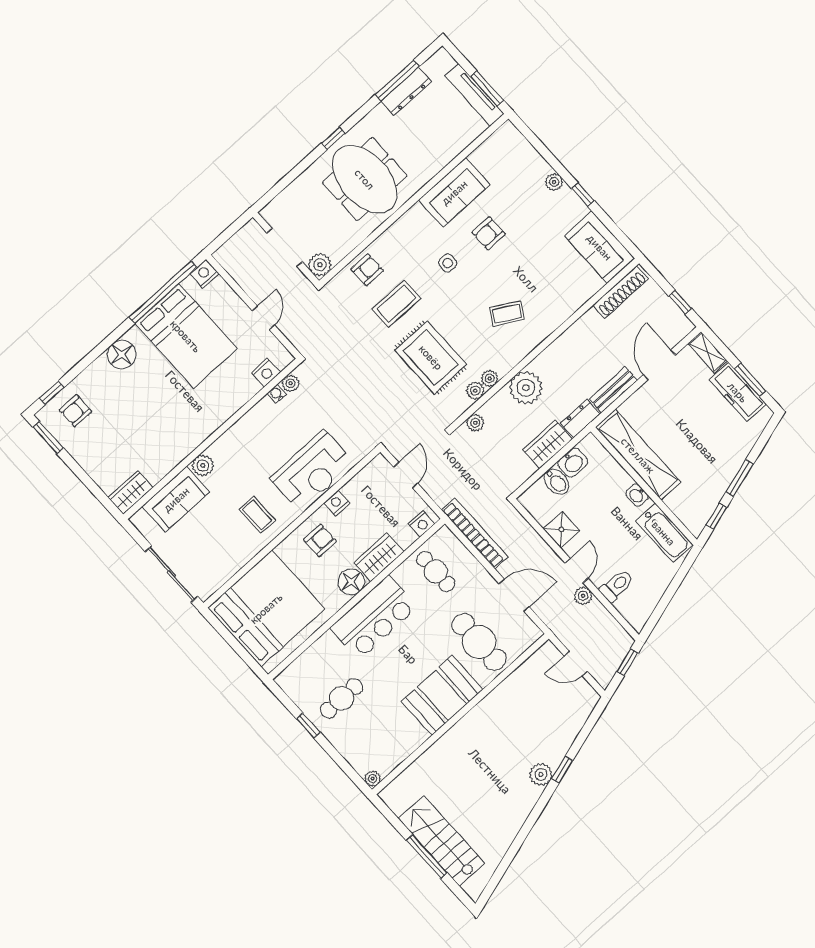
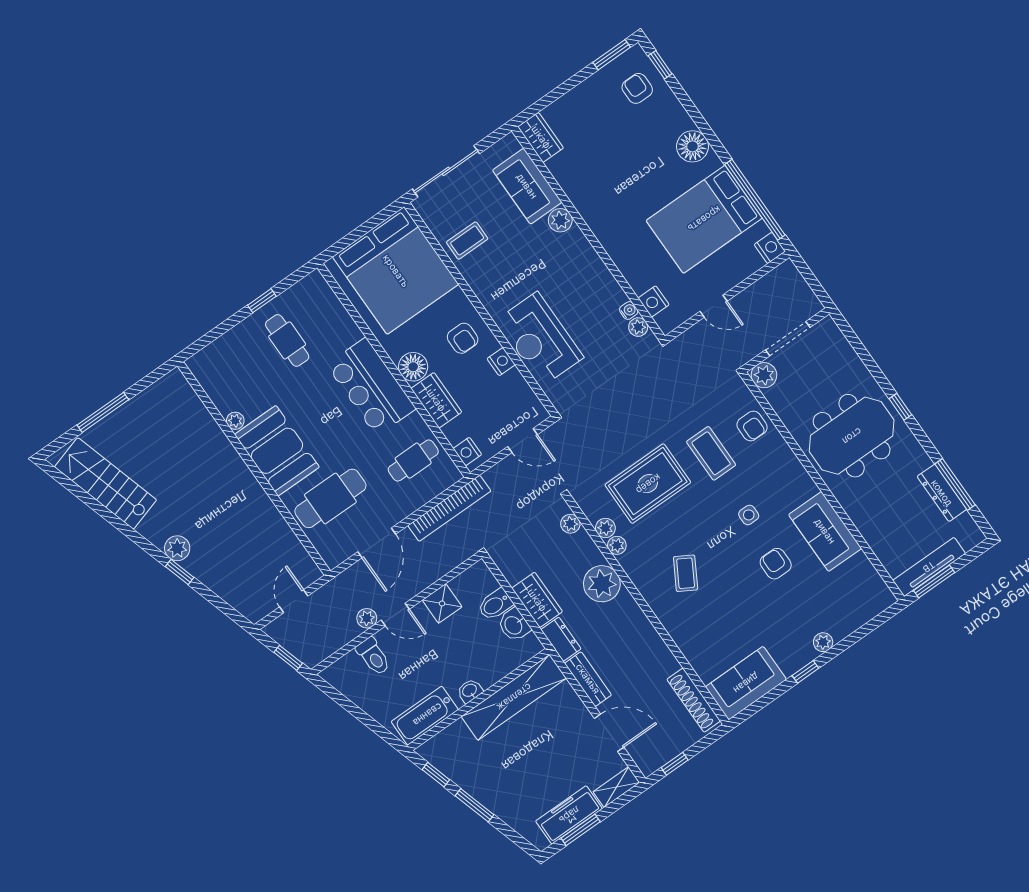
coffee table: (257, 515) -> (467, 240), moved
plant: (373, 779) -> (235, 421), moved
stairs: (442, 841) -> (106, 483), moved, turned -107

